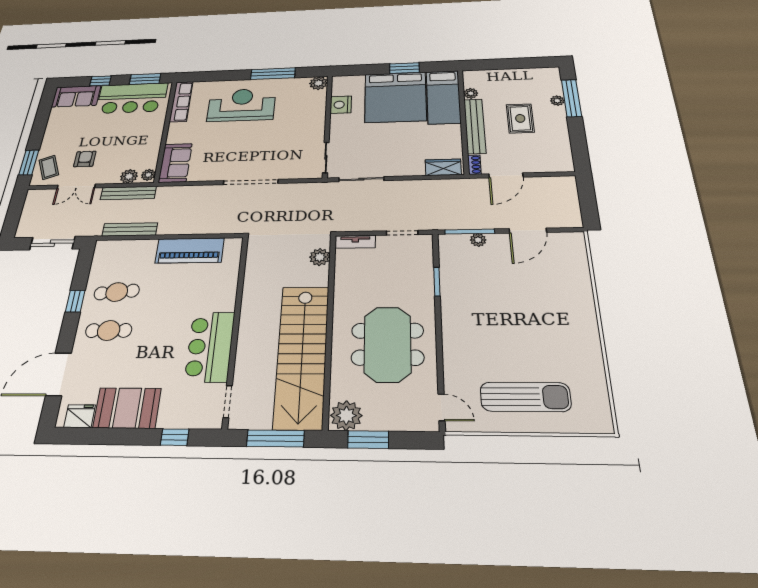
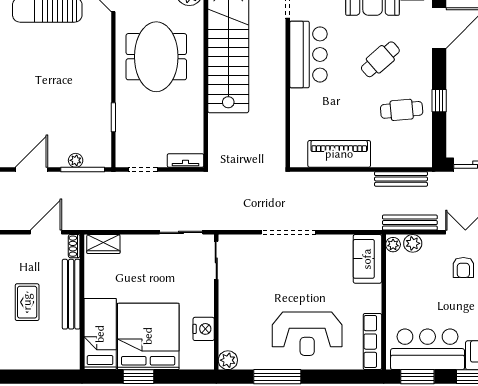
plant: (471, 93) -> (73, 338), removed
plant: (320, 257) -> (217, 145), removed
cafe table: (109, 330) -> (380, 59), moved, turned -41

